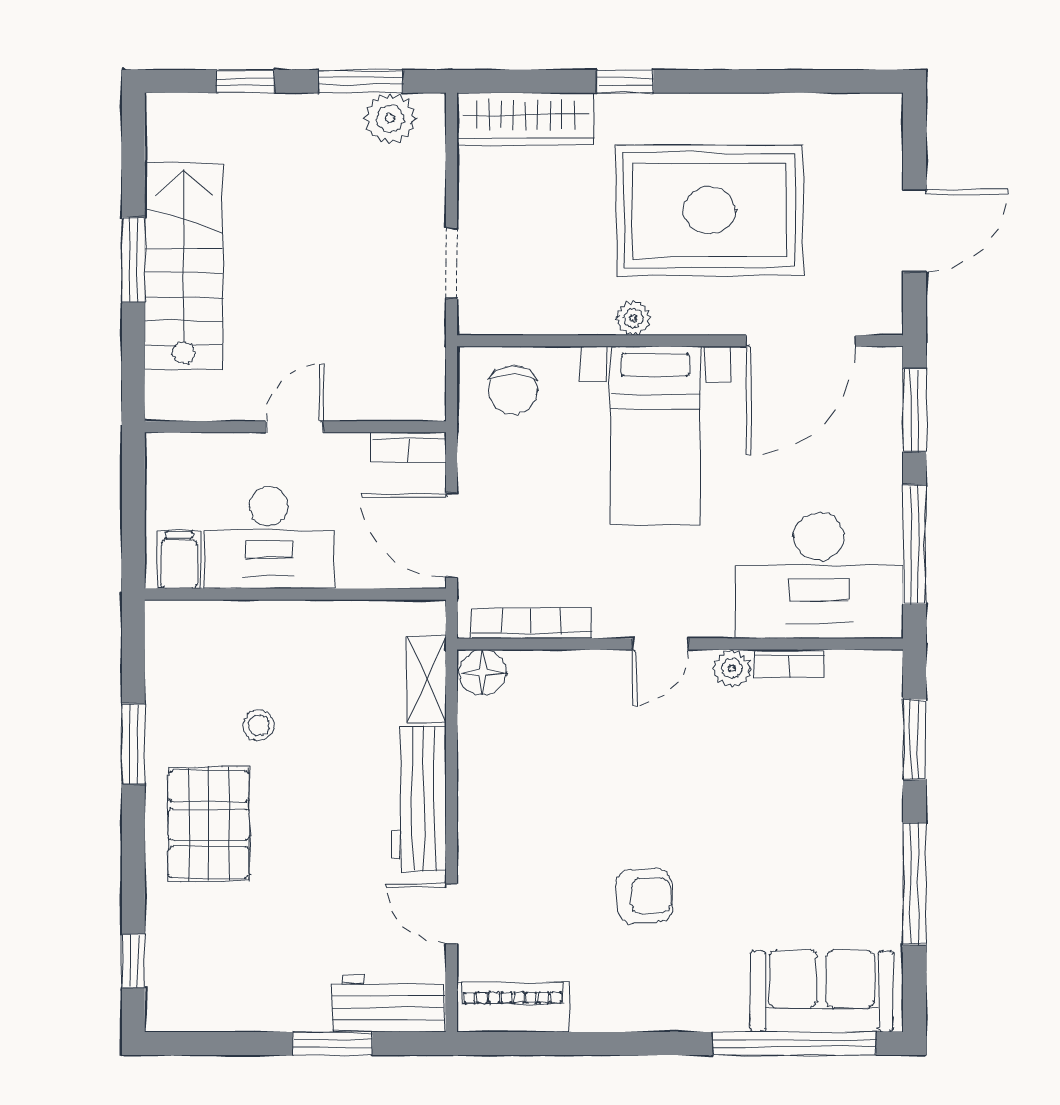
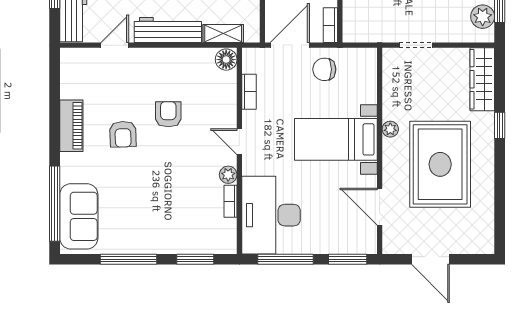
door: (801, 341) -> (380, 207), width x0.73
chair: (513, 390) -> (324, 69), moved
bookcase: (531, 623) -> (249, 92), width x0.64
armchair: (601, 798) -> (168, 114), added
piano: (513, 1007) -> (71, 126), moved

